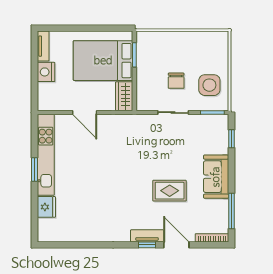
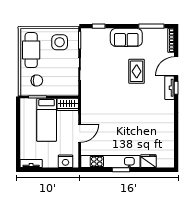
cafe table: (199, 46) -> (31, 50), added
bed: (103, 61) -> (47, 120), width x0.67
nightstand: (46, 72) -> (65, 161), moved
chair: (176, 81) -> (37, 81), moved

